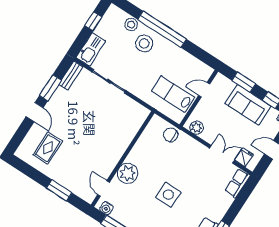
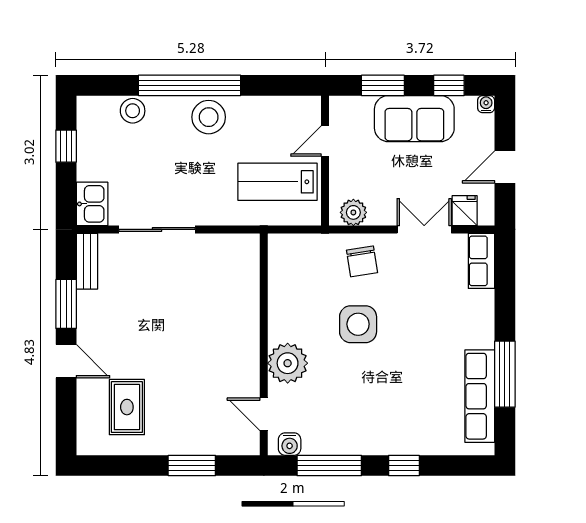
stool: (144, 43) -> (209, 117), moved
kitchen sink: (91, 49) -> (92, 204), width x0.73
chair: (171, 135) -> (362, 261), moved, turned -99
side table: (168, 195) -> (358, 324), moved

